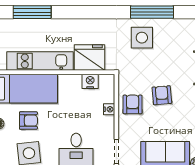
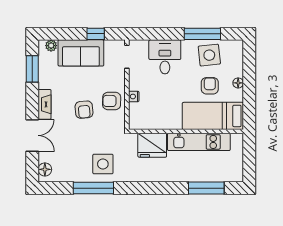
nightstand: (90, 81) -> (152, 123), removed
armchair: (133, 104) -> (112, 101), turned 91
armchair: (28, 121) -> (210, 86), turned 90

